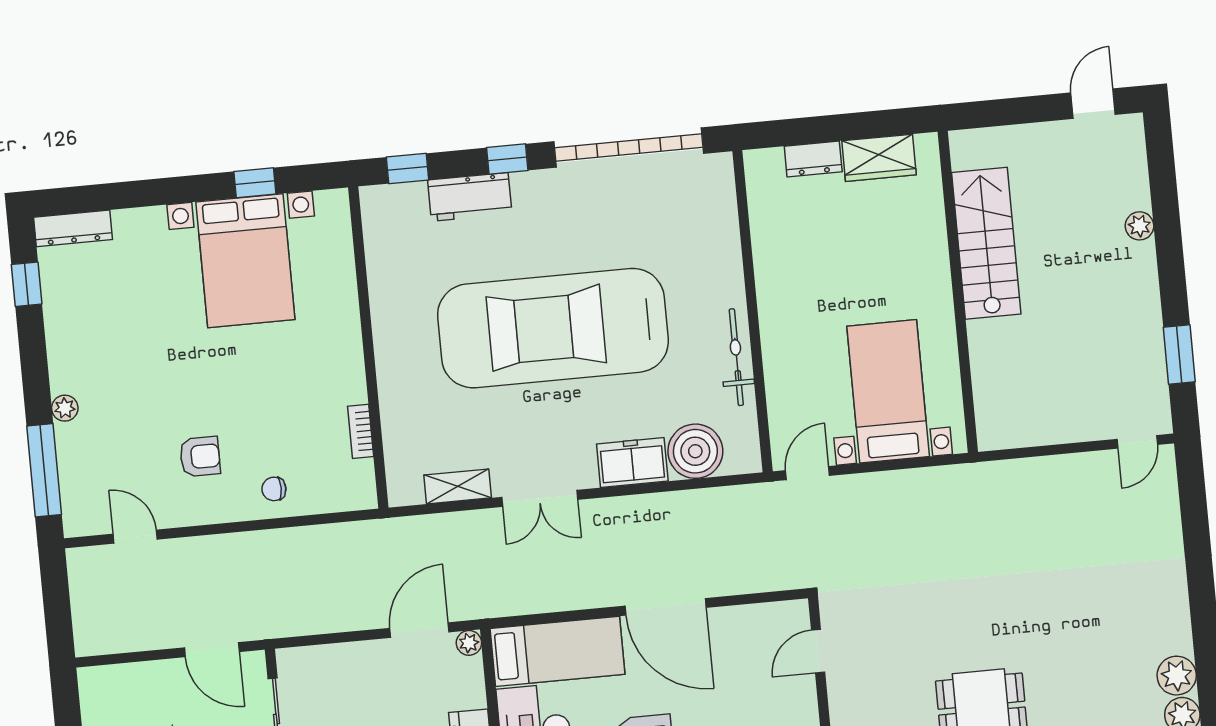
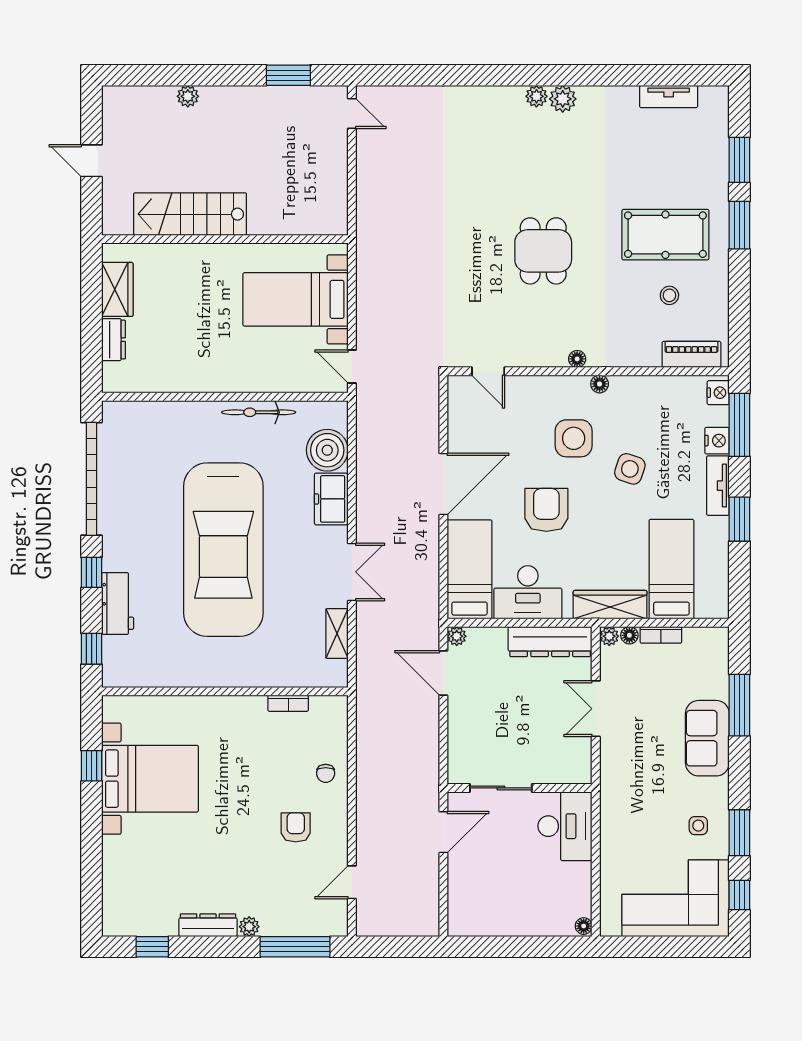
door: (1093, 104) -> (92, 161), moved
dresser: (73, 228) -> (208, 925), moved, turned -90
plant: (1177, 676) -> (536, 96), width x0.73, depth x0.73

